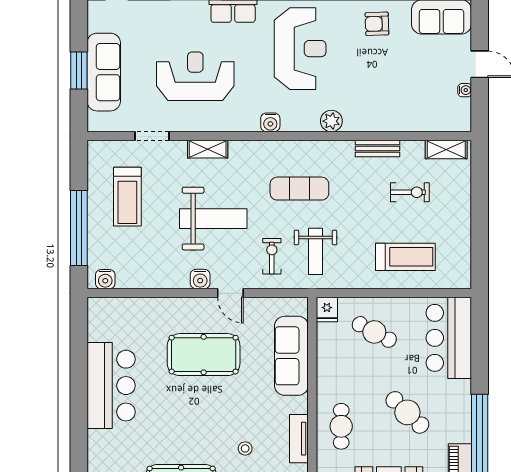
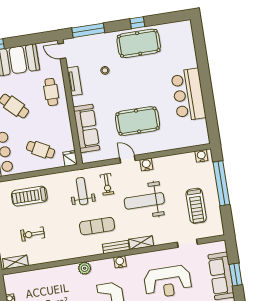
shelving: (208, 149) -> (141, 243), moved
bench: (377, 149) -> (116, 247), moved
treadmill: (127, 197) -> (196, 206), turned 180

